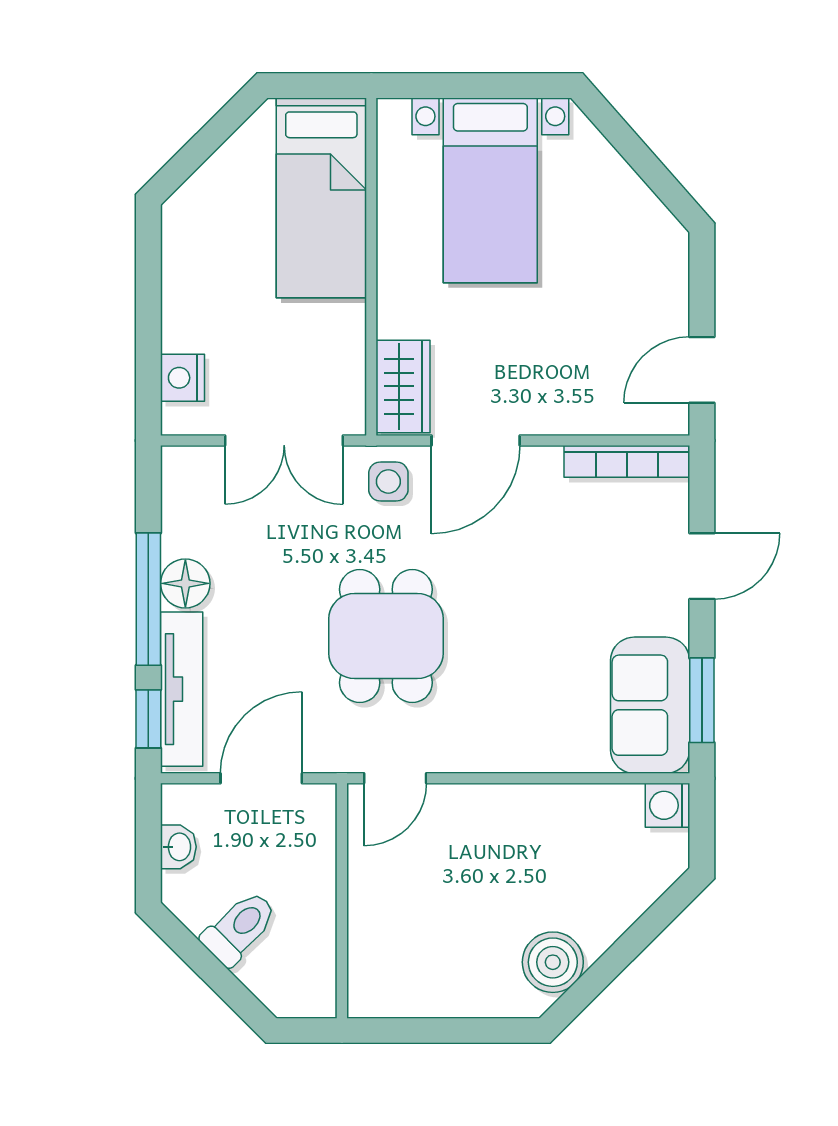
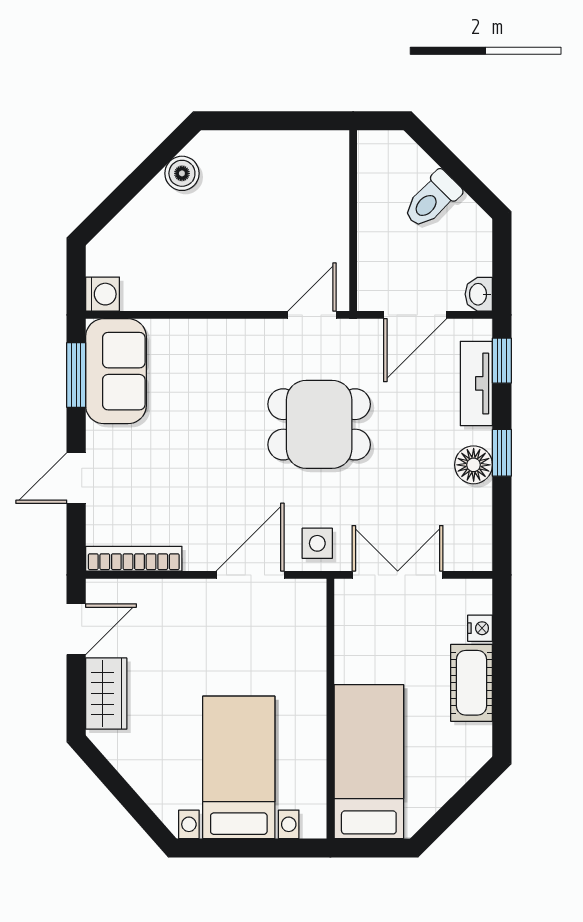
cot: (188, 300) -> (472, 683), added
nightstand: (183, 378) -> (480, 628), width x0.72, depth x0.74
wardrobe: (403, 386) -> (106, 694), moved, turned 180
window: (148, 599) -> (502, 453), width x0.46
dining table: (386, 636) -> (319, 424), turned 90
tv unit: (182, 689) -> (476, 383), width x0.71
washbasin: (178, 847) -> (479, 294), moved
boiler: (553, 962) -> (182, 173), width x0.73, depth x0.73

